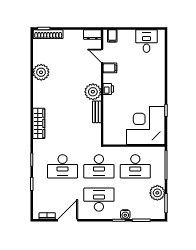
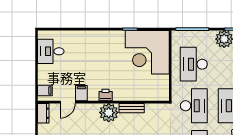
desk: (135, 166) -> (194, 64), turned 180

